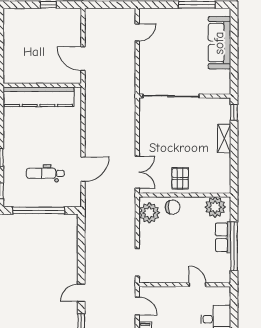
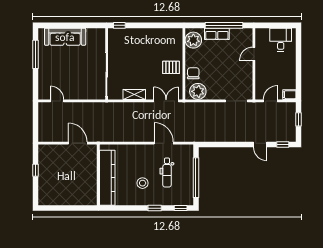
door: (83, 59) -> (78, 143), swing flipped
shelving: (224, 138) -> (134, 95), moved
stool: (32, 142) -> (143, 183), added

